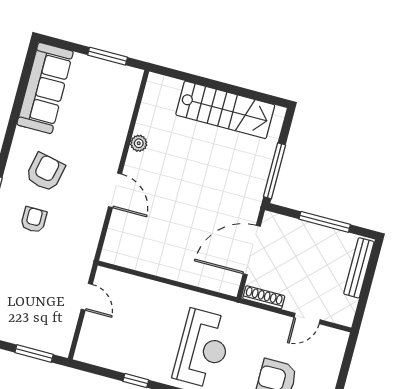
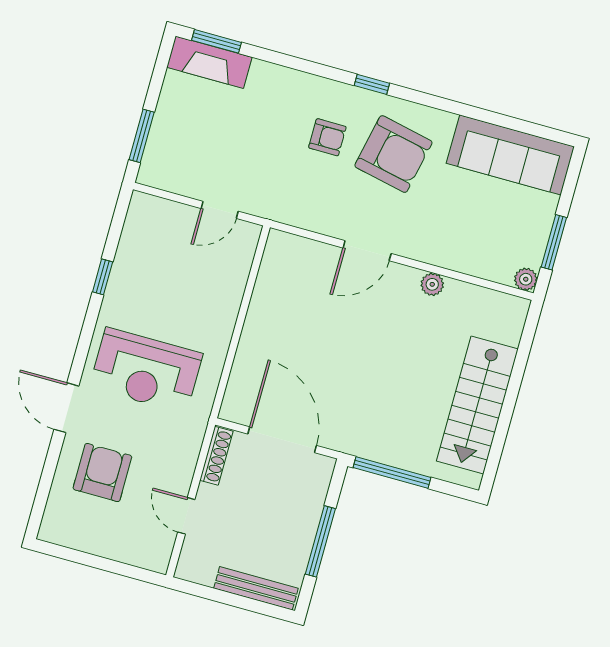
plant: (134, 76) -> (526, 279), added
armchair: (45, 172) -> (393, 154), width x1.36, depth x1.36

